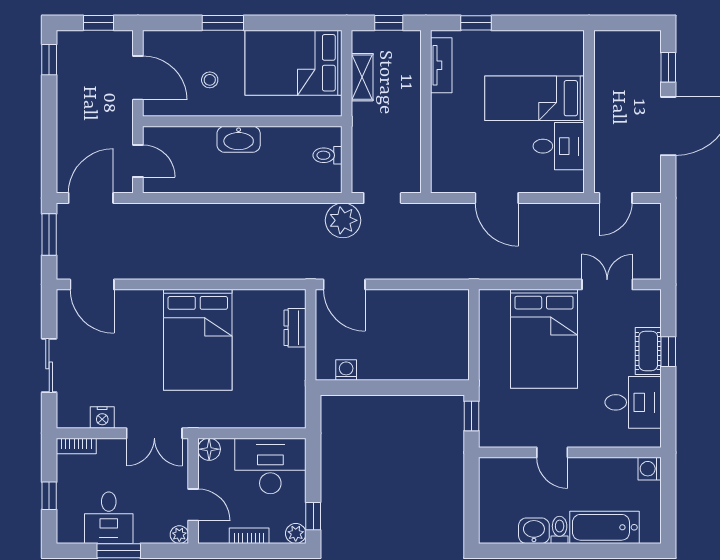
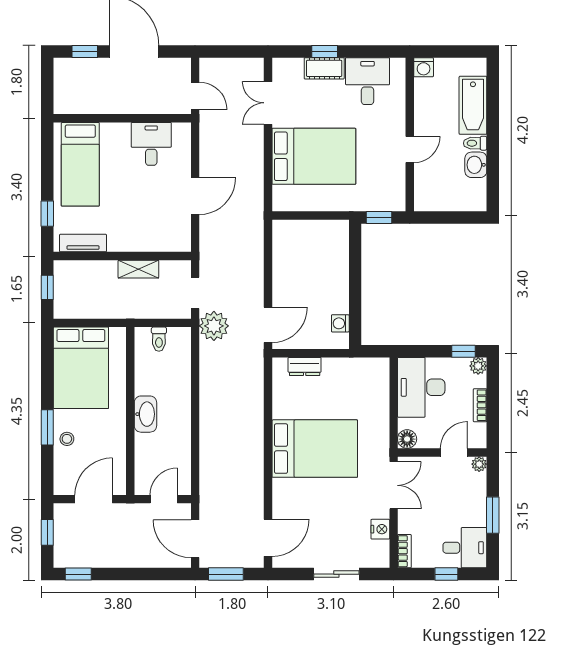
shelving: (362, 77) -> (138, 269), moved
stool: (210, 80) -> (67, 439), moved
bed: (535, 98) -> (80, 164), moved
desk: (109, 518) -> (465, 548), moved

